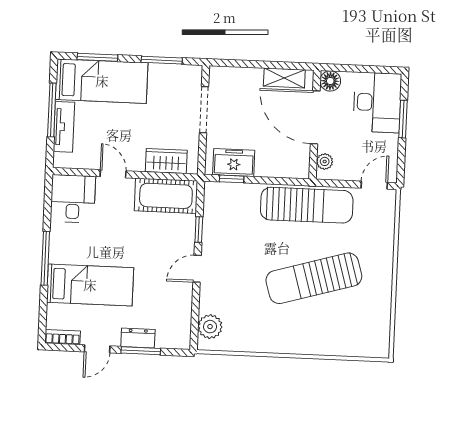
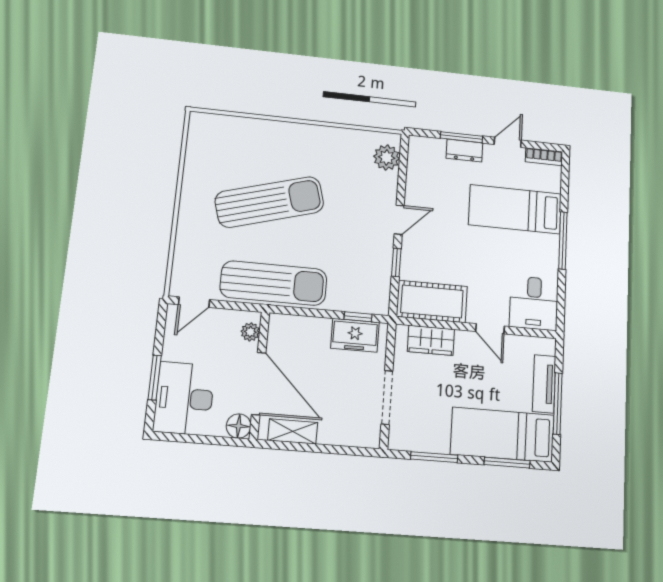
sun lounger: (307, 205) -> (274, 283), turned 180

